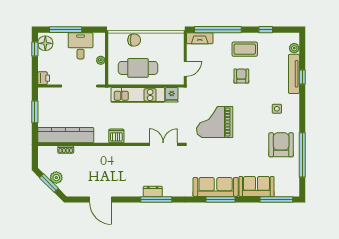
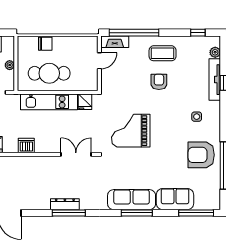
window: (266, 30) -> (198, 33), moved
door: (185, 69) -> (99, 61), moved
armchair: (281, 145) -> (201, 155), turned -90
dresser: (153, 191) -> (65, 204), width x1.44

